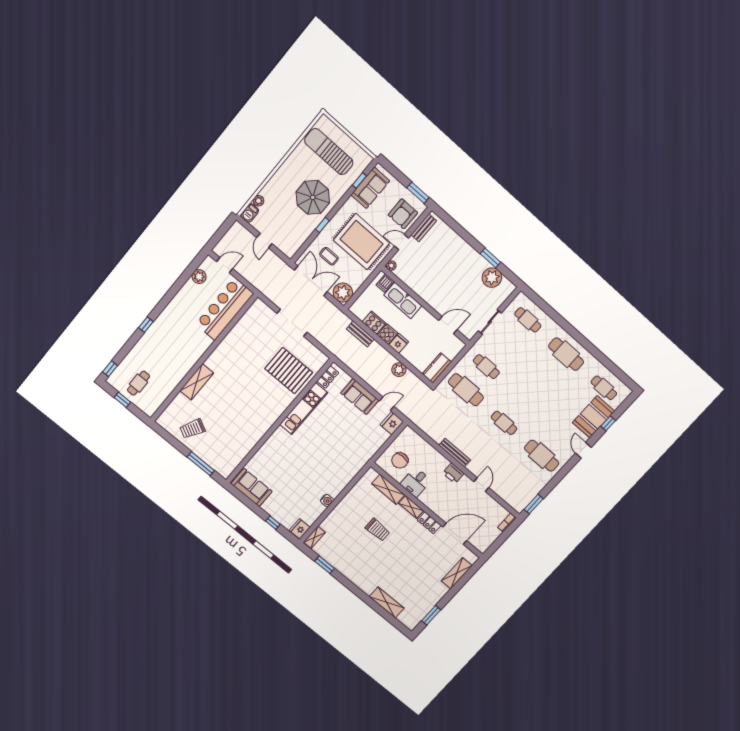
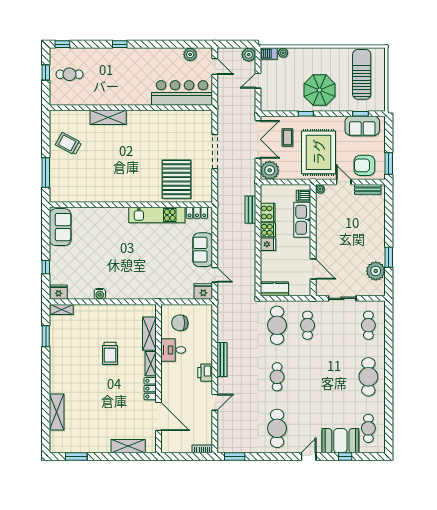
plant: (399, 370) -> (249, 55), moved

